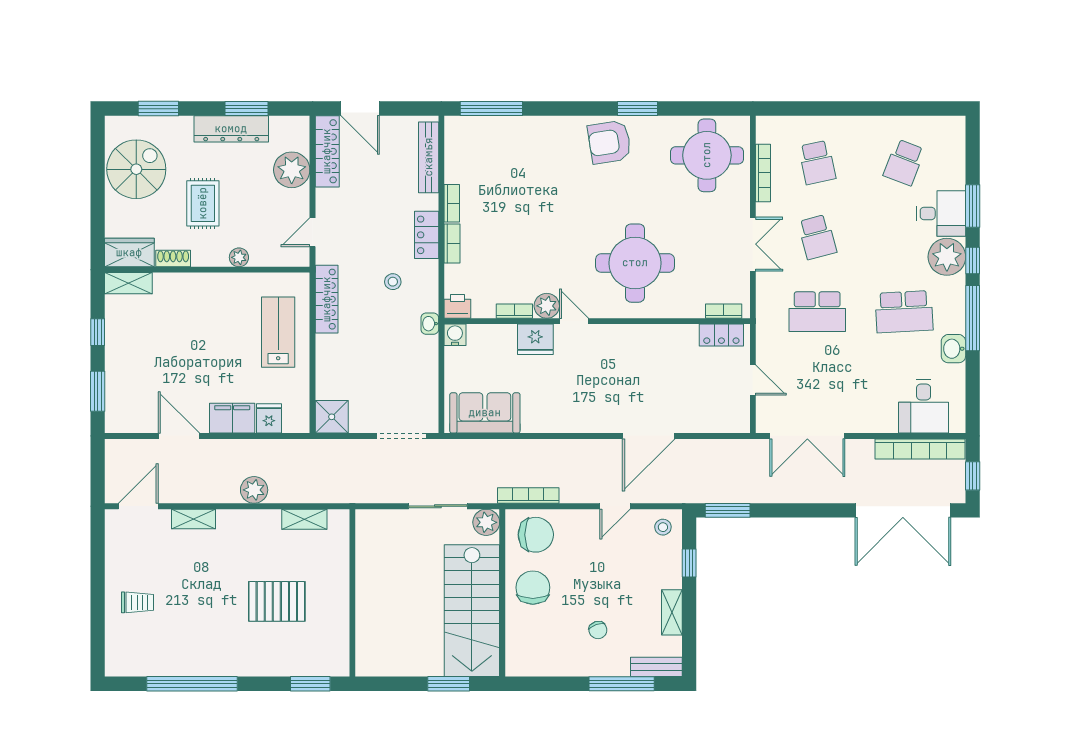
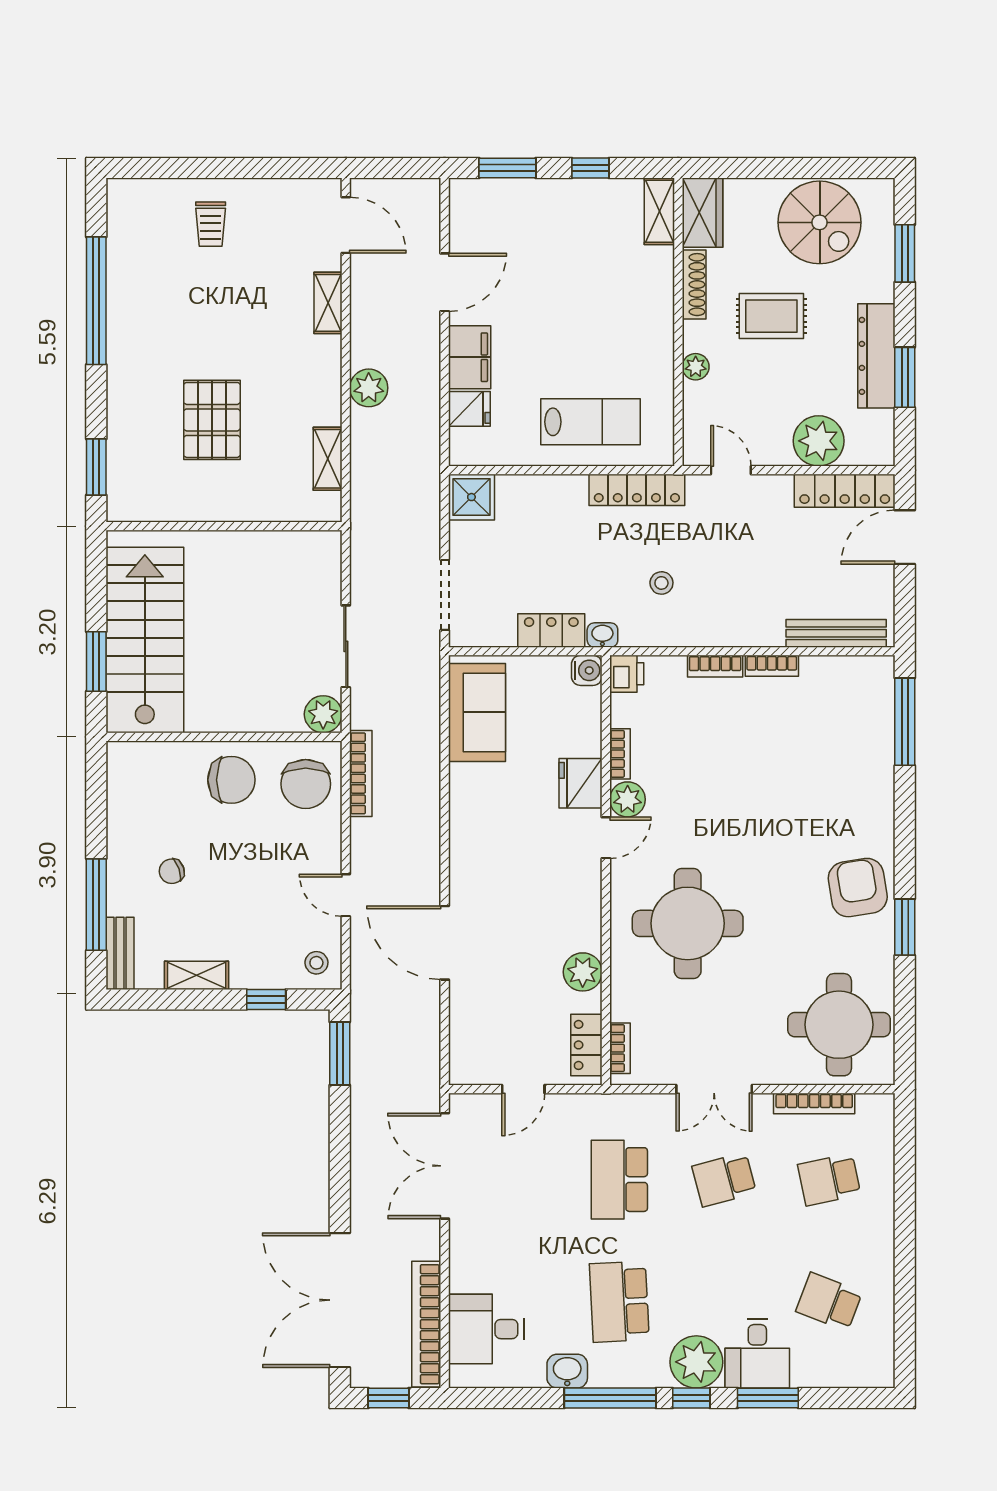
locker: (427, 235) -> (551, 630), moved
shoe rack: (173, 258) -> (694, 285), width x1.43
plant: (670, 338) -> (583, 972), added
stairs: (472, 611) -> (145, 640), moved, turned 90

